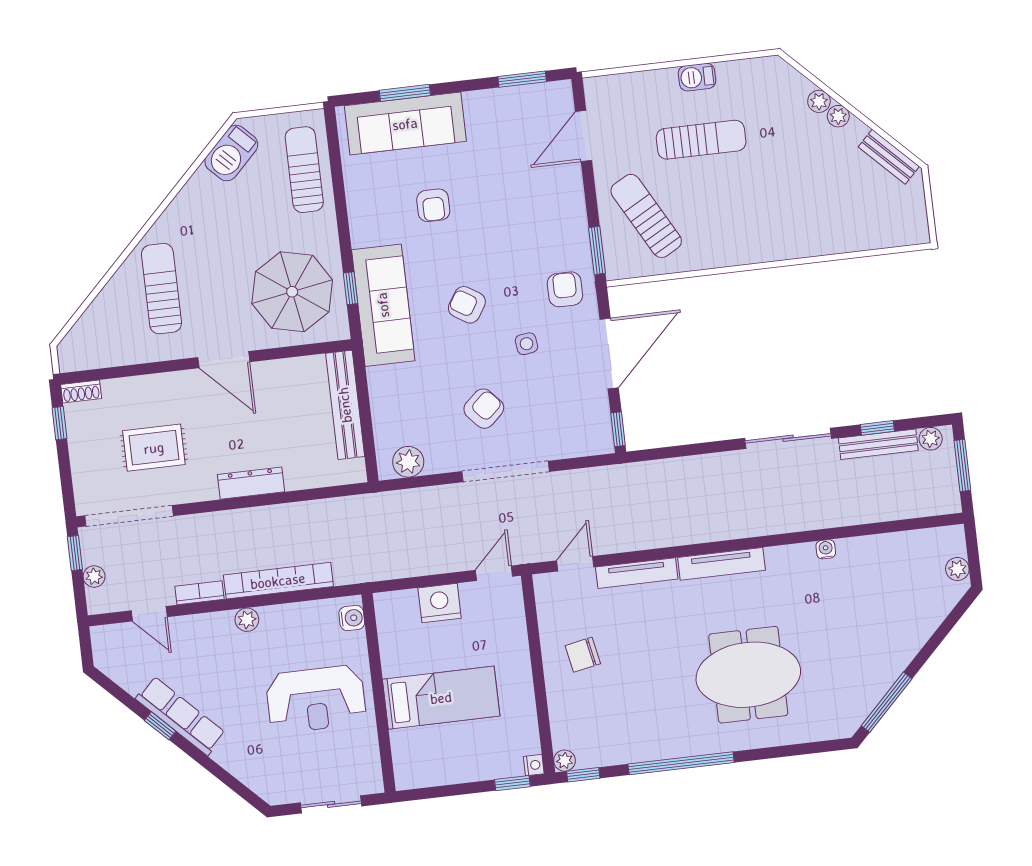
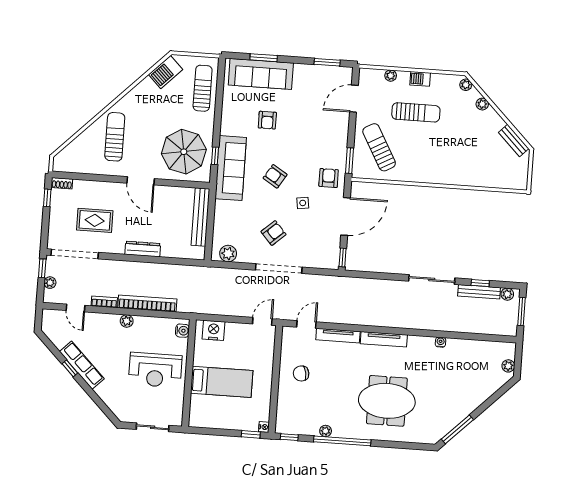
plant: (642, 81) -> (391, 76), added
plant: (838, 116) -> (466, 85), moved
nightstand: (440, 603) -> (214, 330), moved
plant: (565, 761) -> (326, 431), moved

